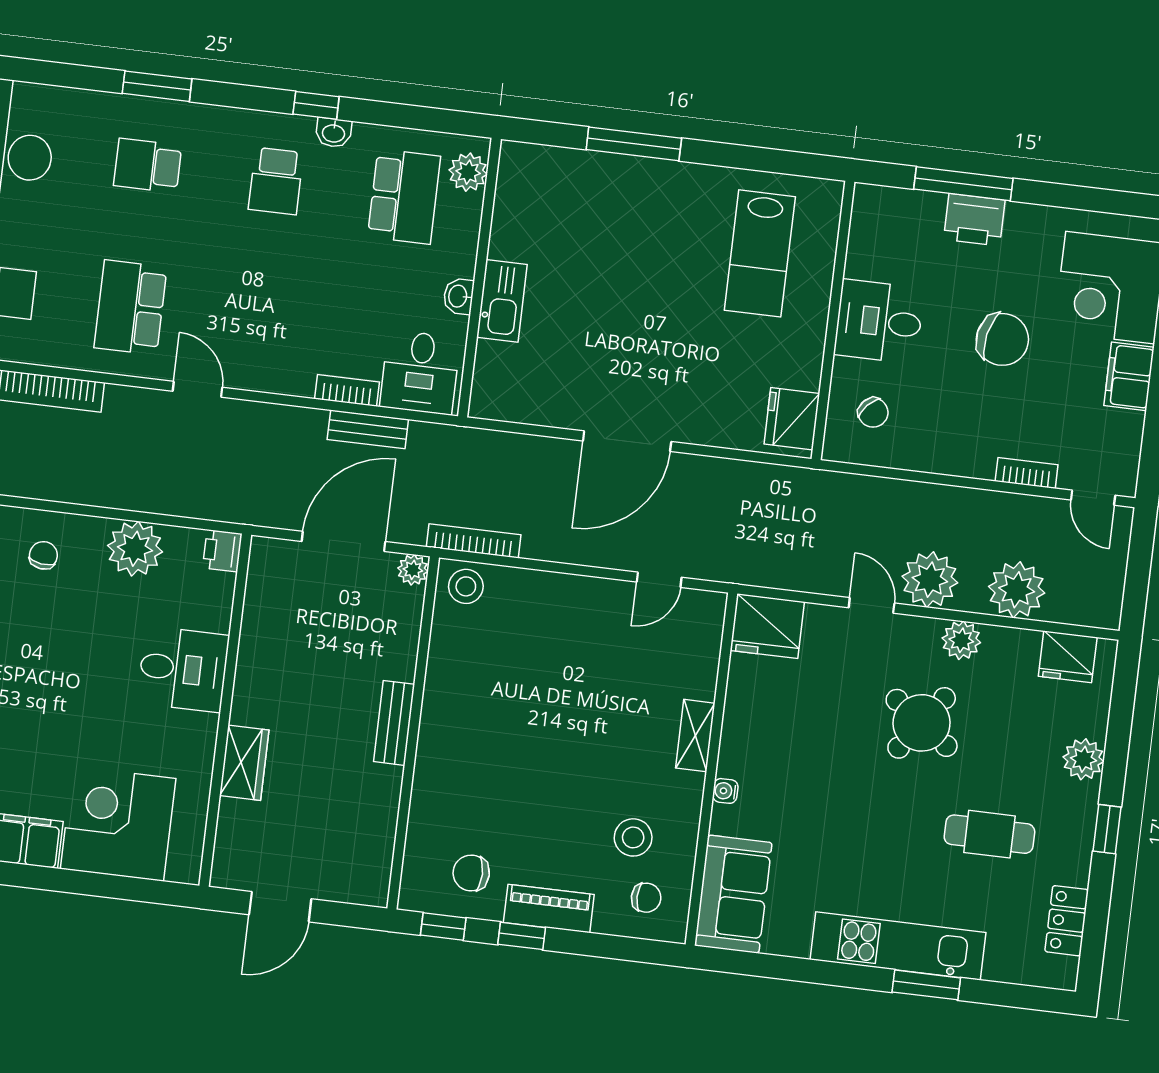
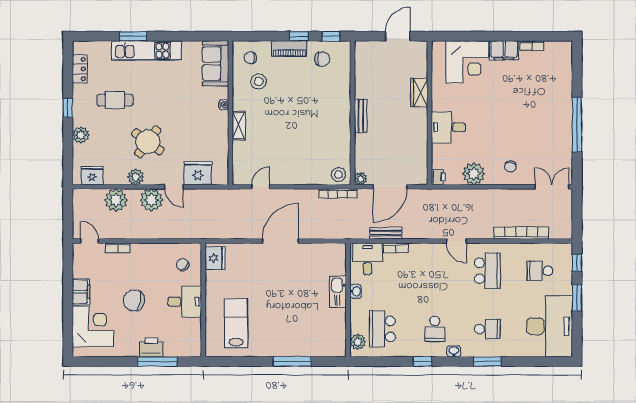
washbasin: (334, 133) -> (454, 351), moved
school desk: (276, 181) -> (435, 329), turned 180
fridge: (767, 626) -> (198, 173), moved

